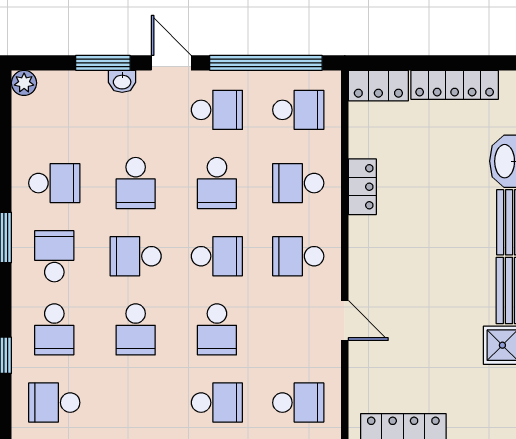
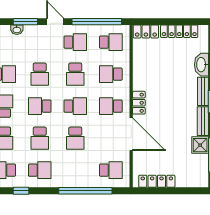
washbasin: (122, 81) -> (17, 30), moved
locker: (362, 187) -> (139, 103), moved
door: (345, 320) -> (131, 134), width x1.87
school desk: (217, 403) -> (40, 170), moved

